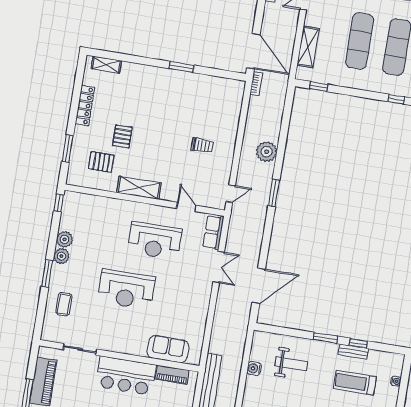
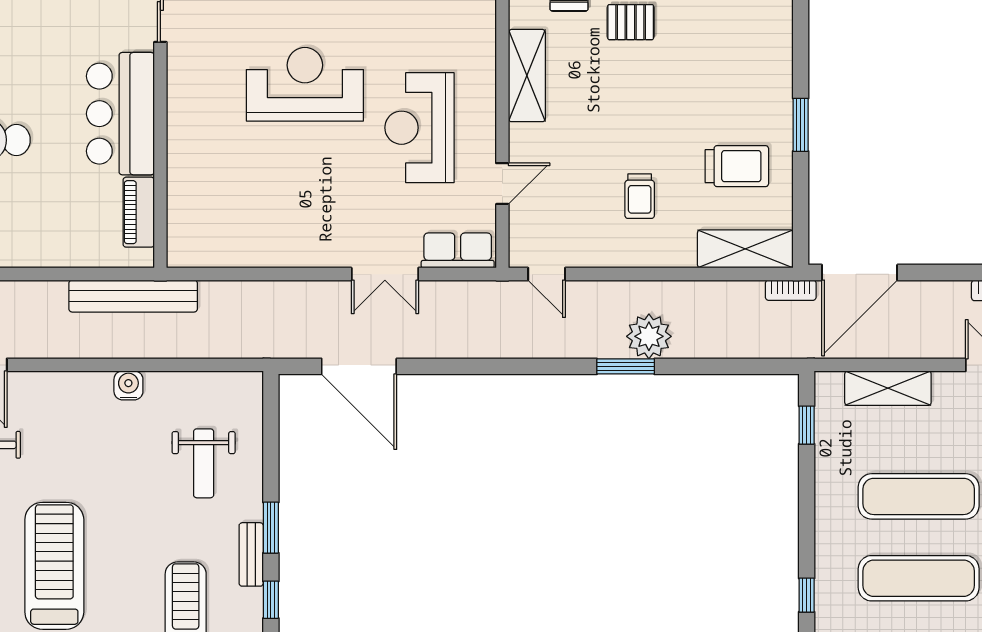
trolley: (196, 99) -> (737, 166), added
shelving: (234, 101) -> (745, 249), added
window: (274, 193) -> (626, 366), moved
reception desk: (126, 289) -> (305, 84), turned 90
sofa: (168, 349) -> (192, 195), removed
bench: (353, 352) -> (251, 554), moved
water cooler: (254, 368) -> (128, 385), moved

